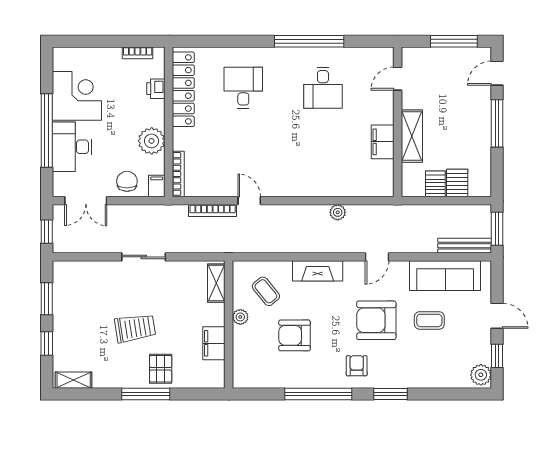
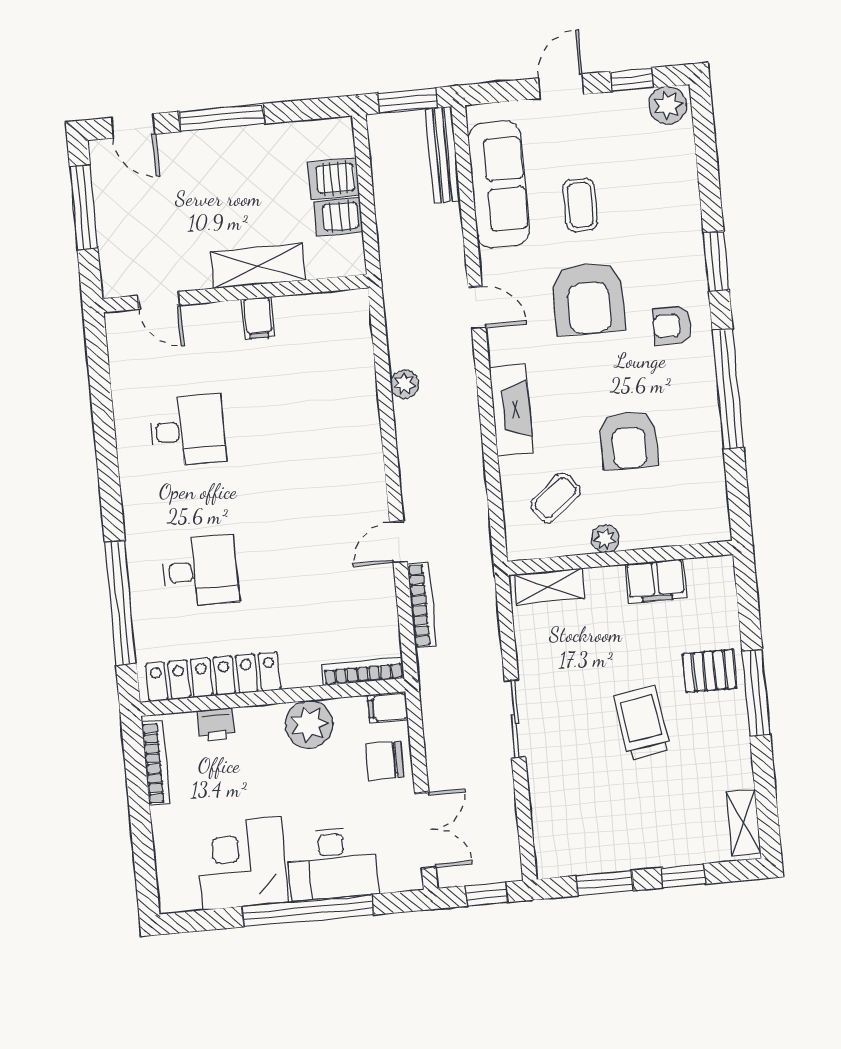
window: (309, 41) -> (120, 603), moved
bookcase: (138, 53) -> (156, 763), width x1.56
desk: (243, 88) -> (200, 571), turned 180
filing cabinet: (383, 142) -> (258, 318), width x0.50

